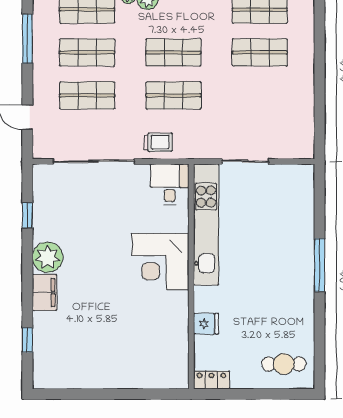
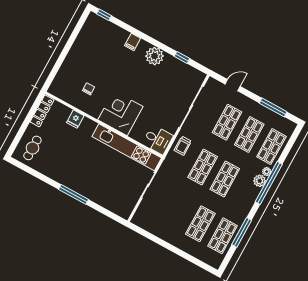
filing cabinet: (44, 292) -> (133, 42), width x0.50
chair: (150, 329) -> (89, 89), added
window: (27, 340) -> (104, 15), moved
locker: (211, 380) -> (42, 111), width x1.53

